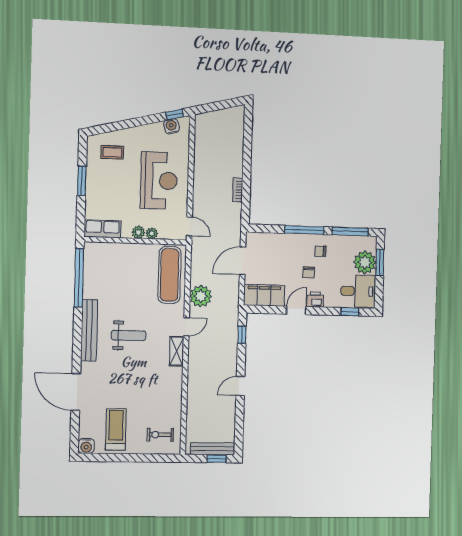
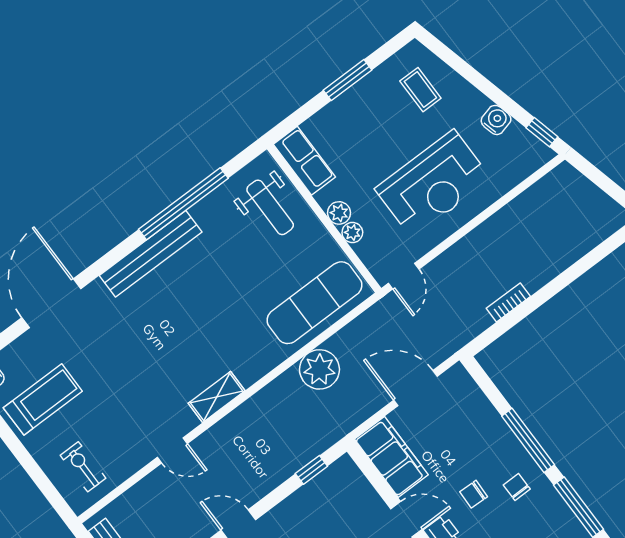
water cooler: (171, 126) -> (496, 120), moved
window: (79, 278) -> (183, 204), moved
door: (186, 327) -> (172, 450), moved
weight bench: (129, 335) -> (270, 207), moved

